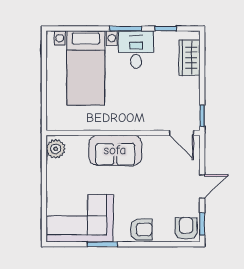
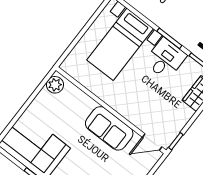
door: (181, 133) -> (152, 142), hinge flipped
sofa: (115, 150) -> (109, 128), moved

